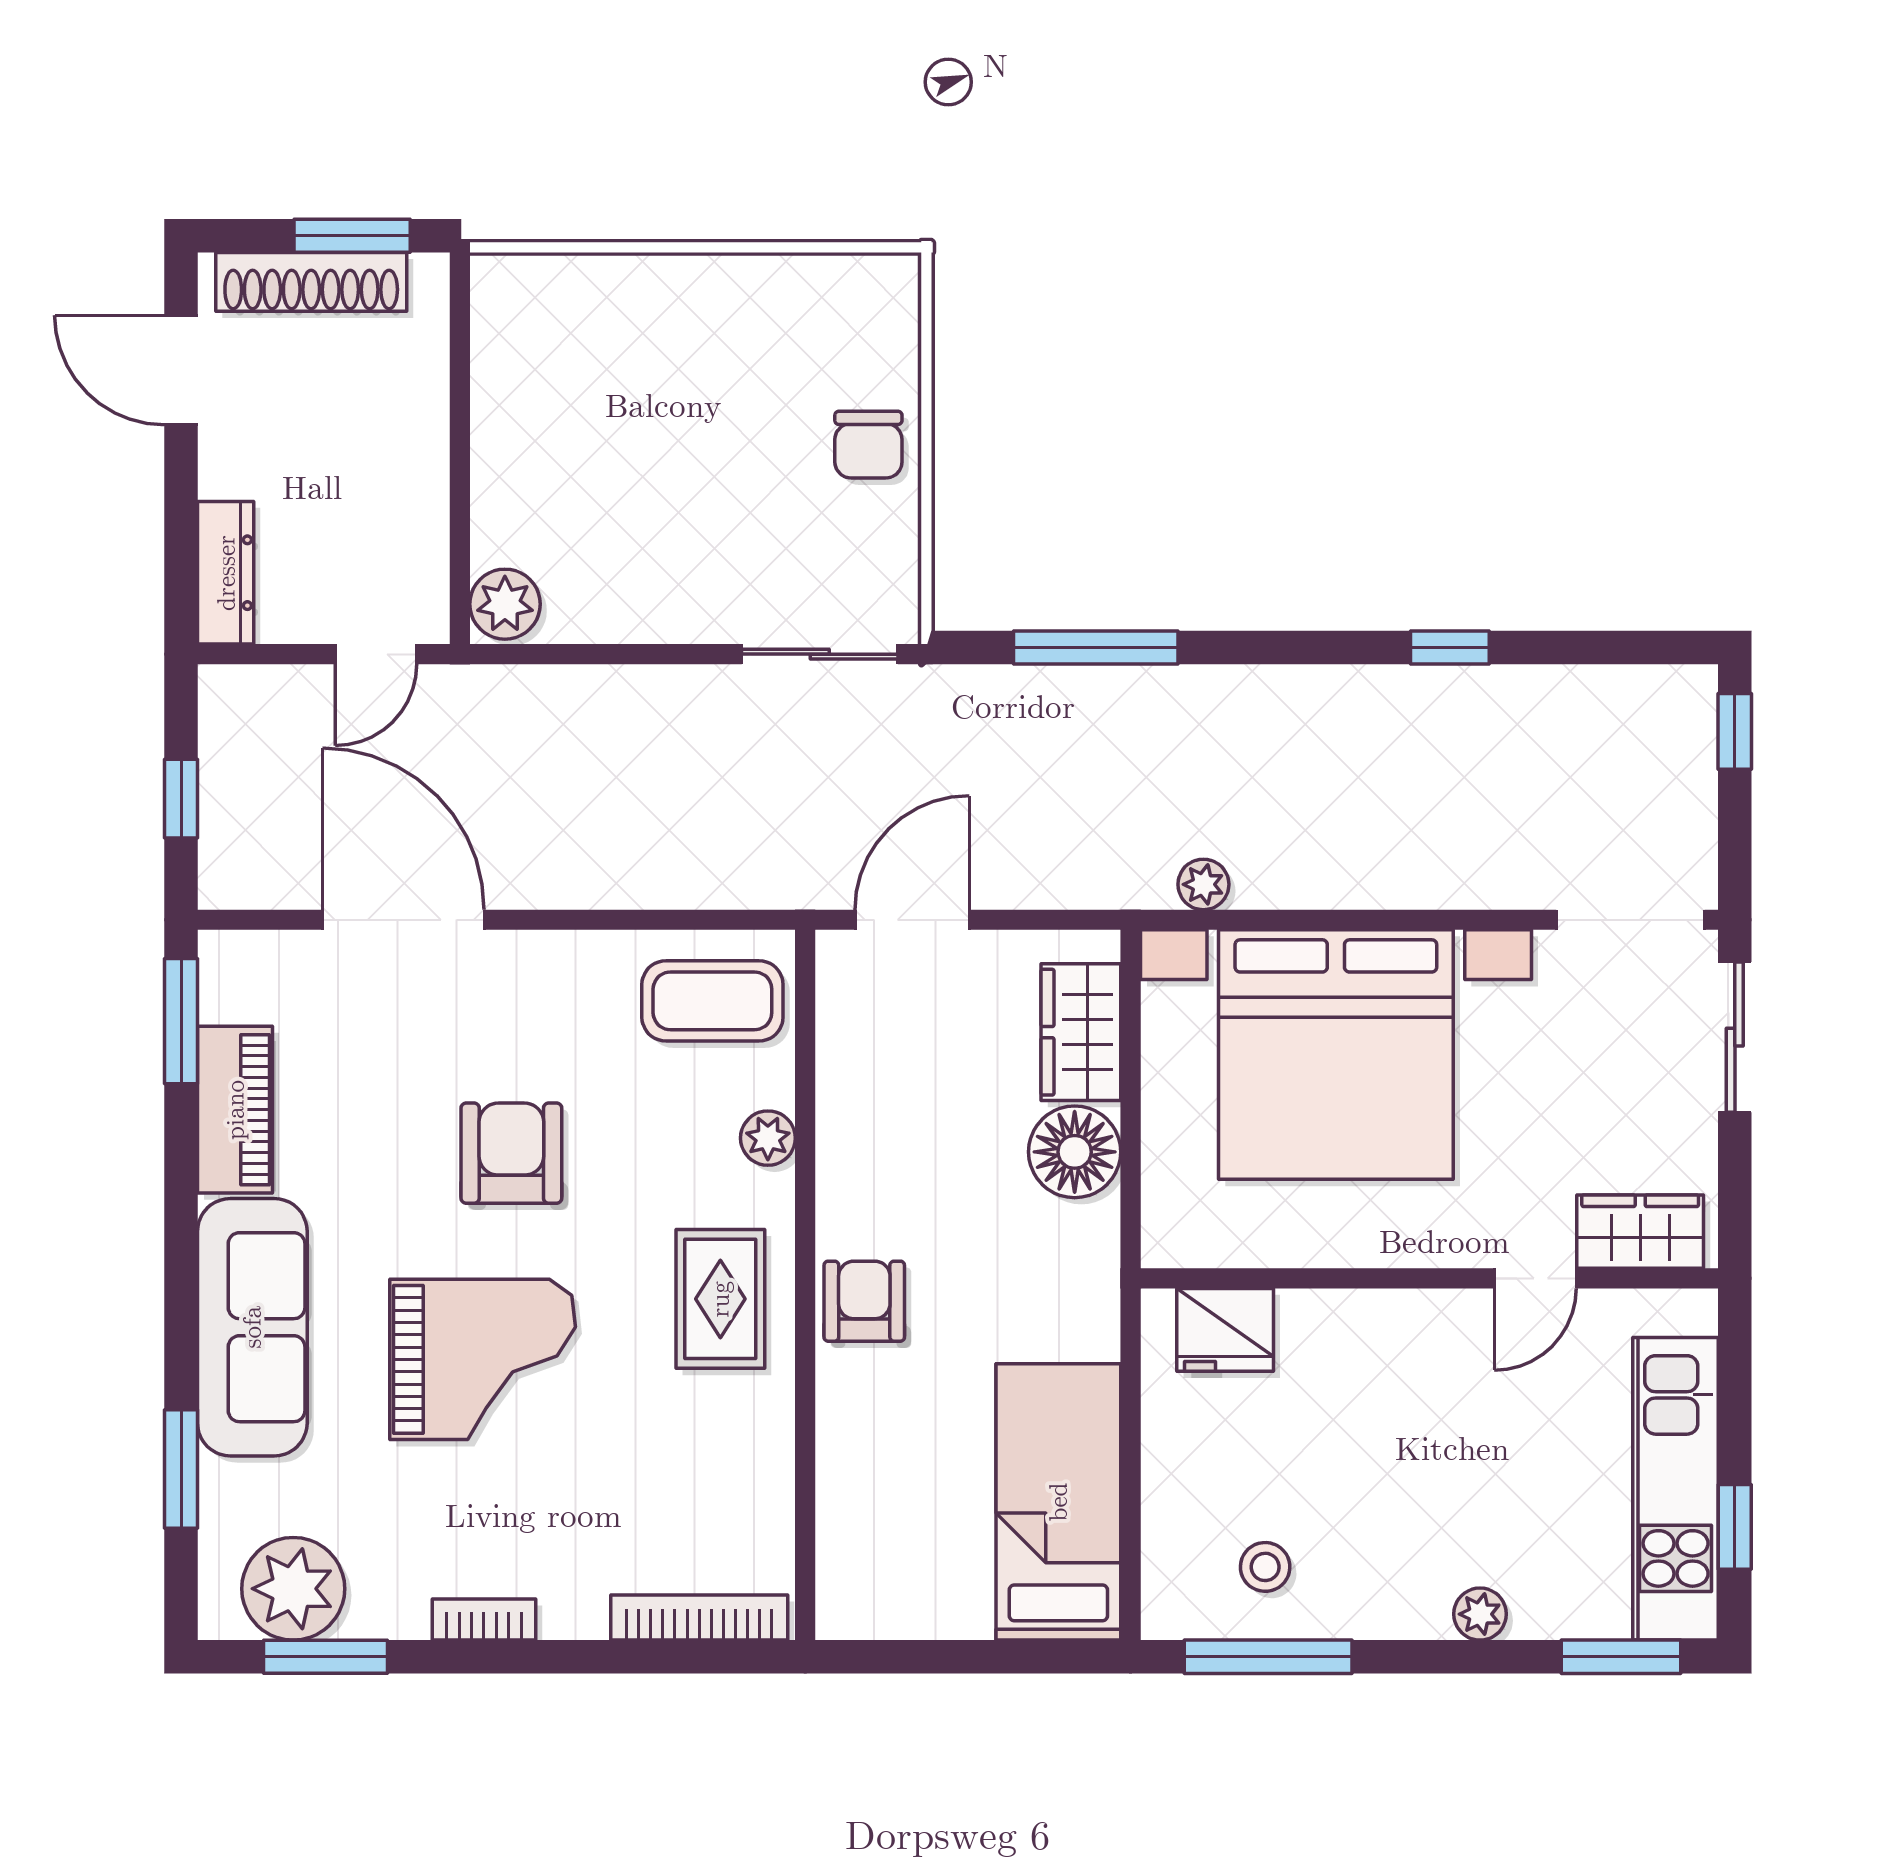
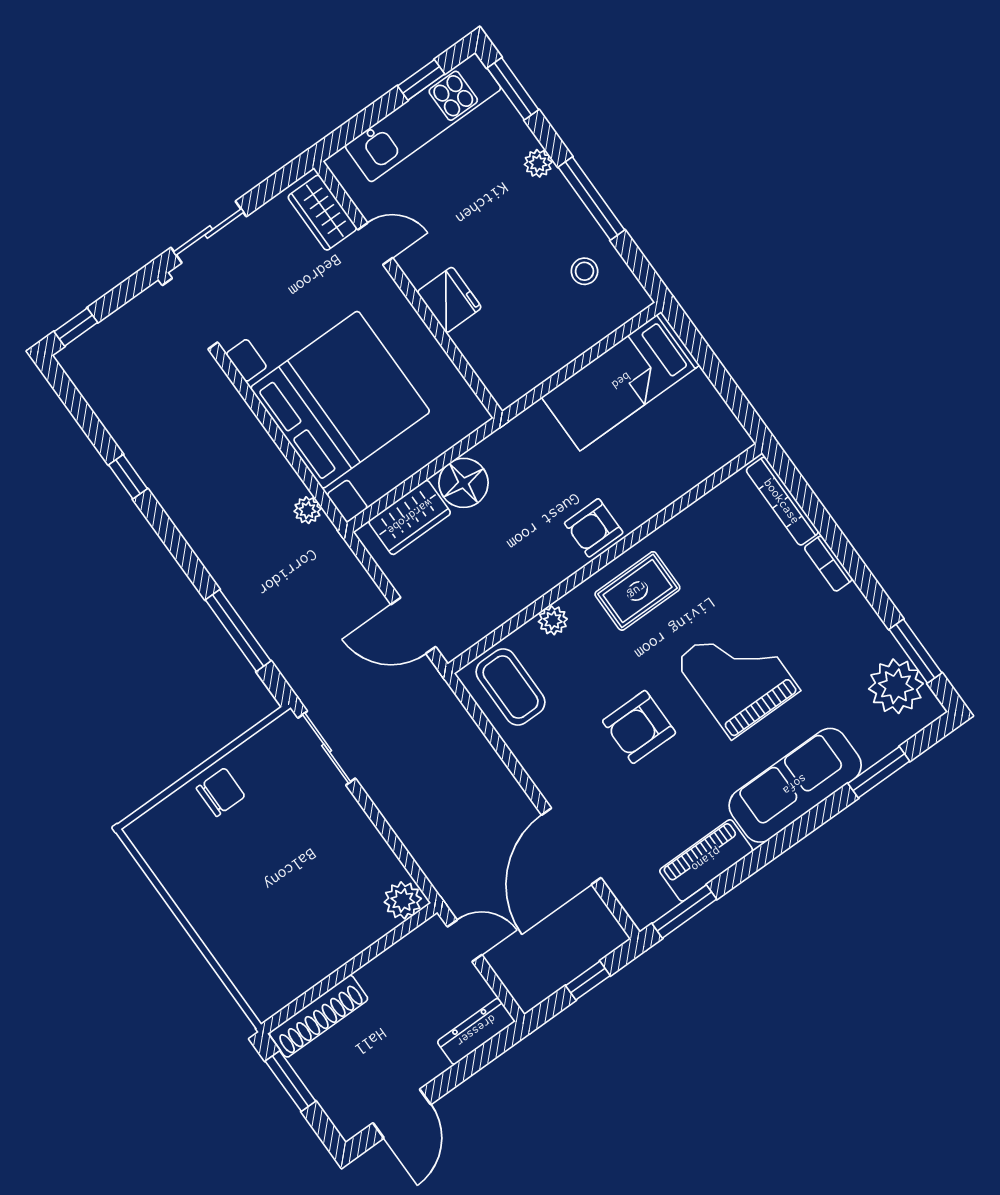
shoe rack: (311, 282) -> (319, 1016), moved, turned 90
fridge: (1225, 1330) -> (449, 300), moved
bookcase: (484, 1620) -> (828, 564), moved
window: (1268, 1657) -> (591, 198), moved

